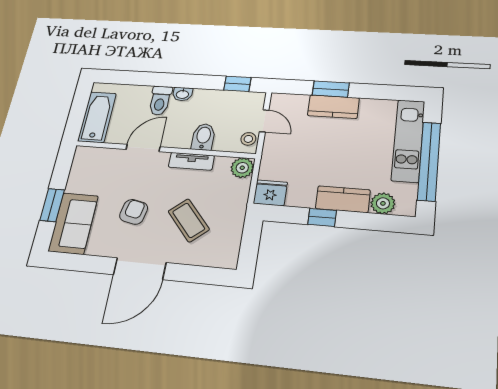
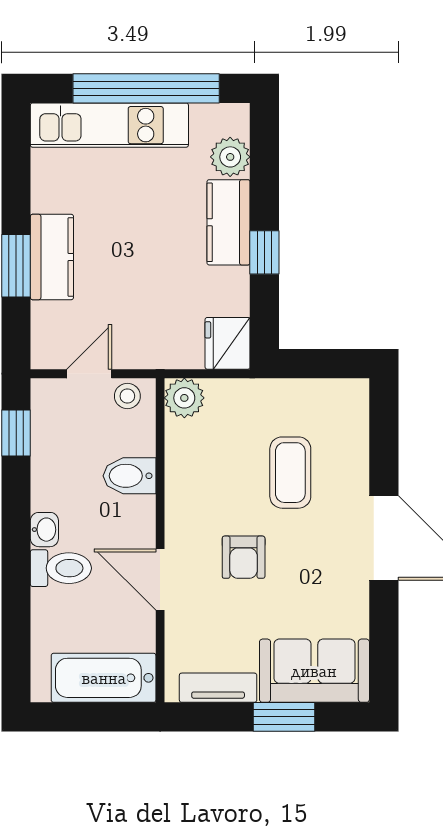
tv unit: (191, 161) -> (218, 688), moved, turned -90
armchair: (134, 212) -> (244, 557), moved, turned -102
coffee table: (189, 220) -> (290, 473), turned -49

